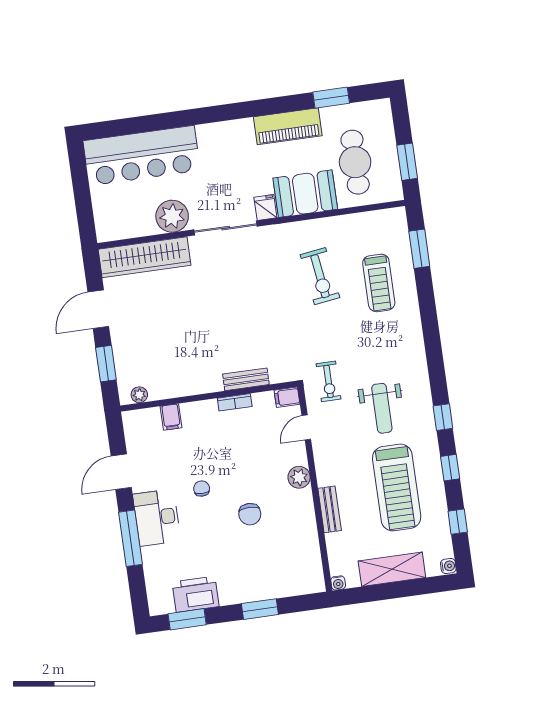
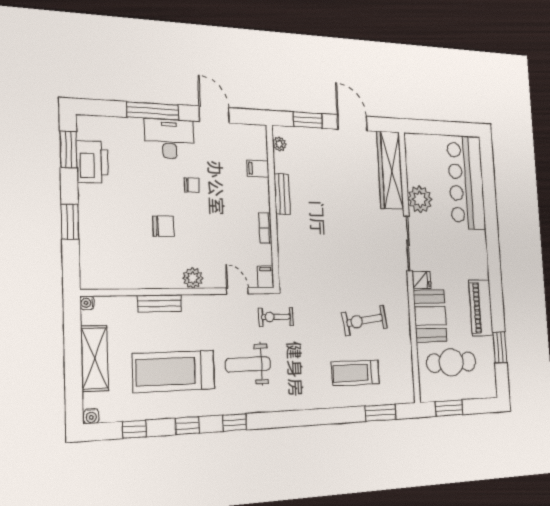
bench: (246, 379) -> (282, 194), moved
chair: (250, 514) -> (163, 226), turned 180

